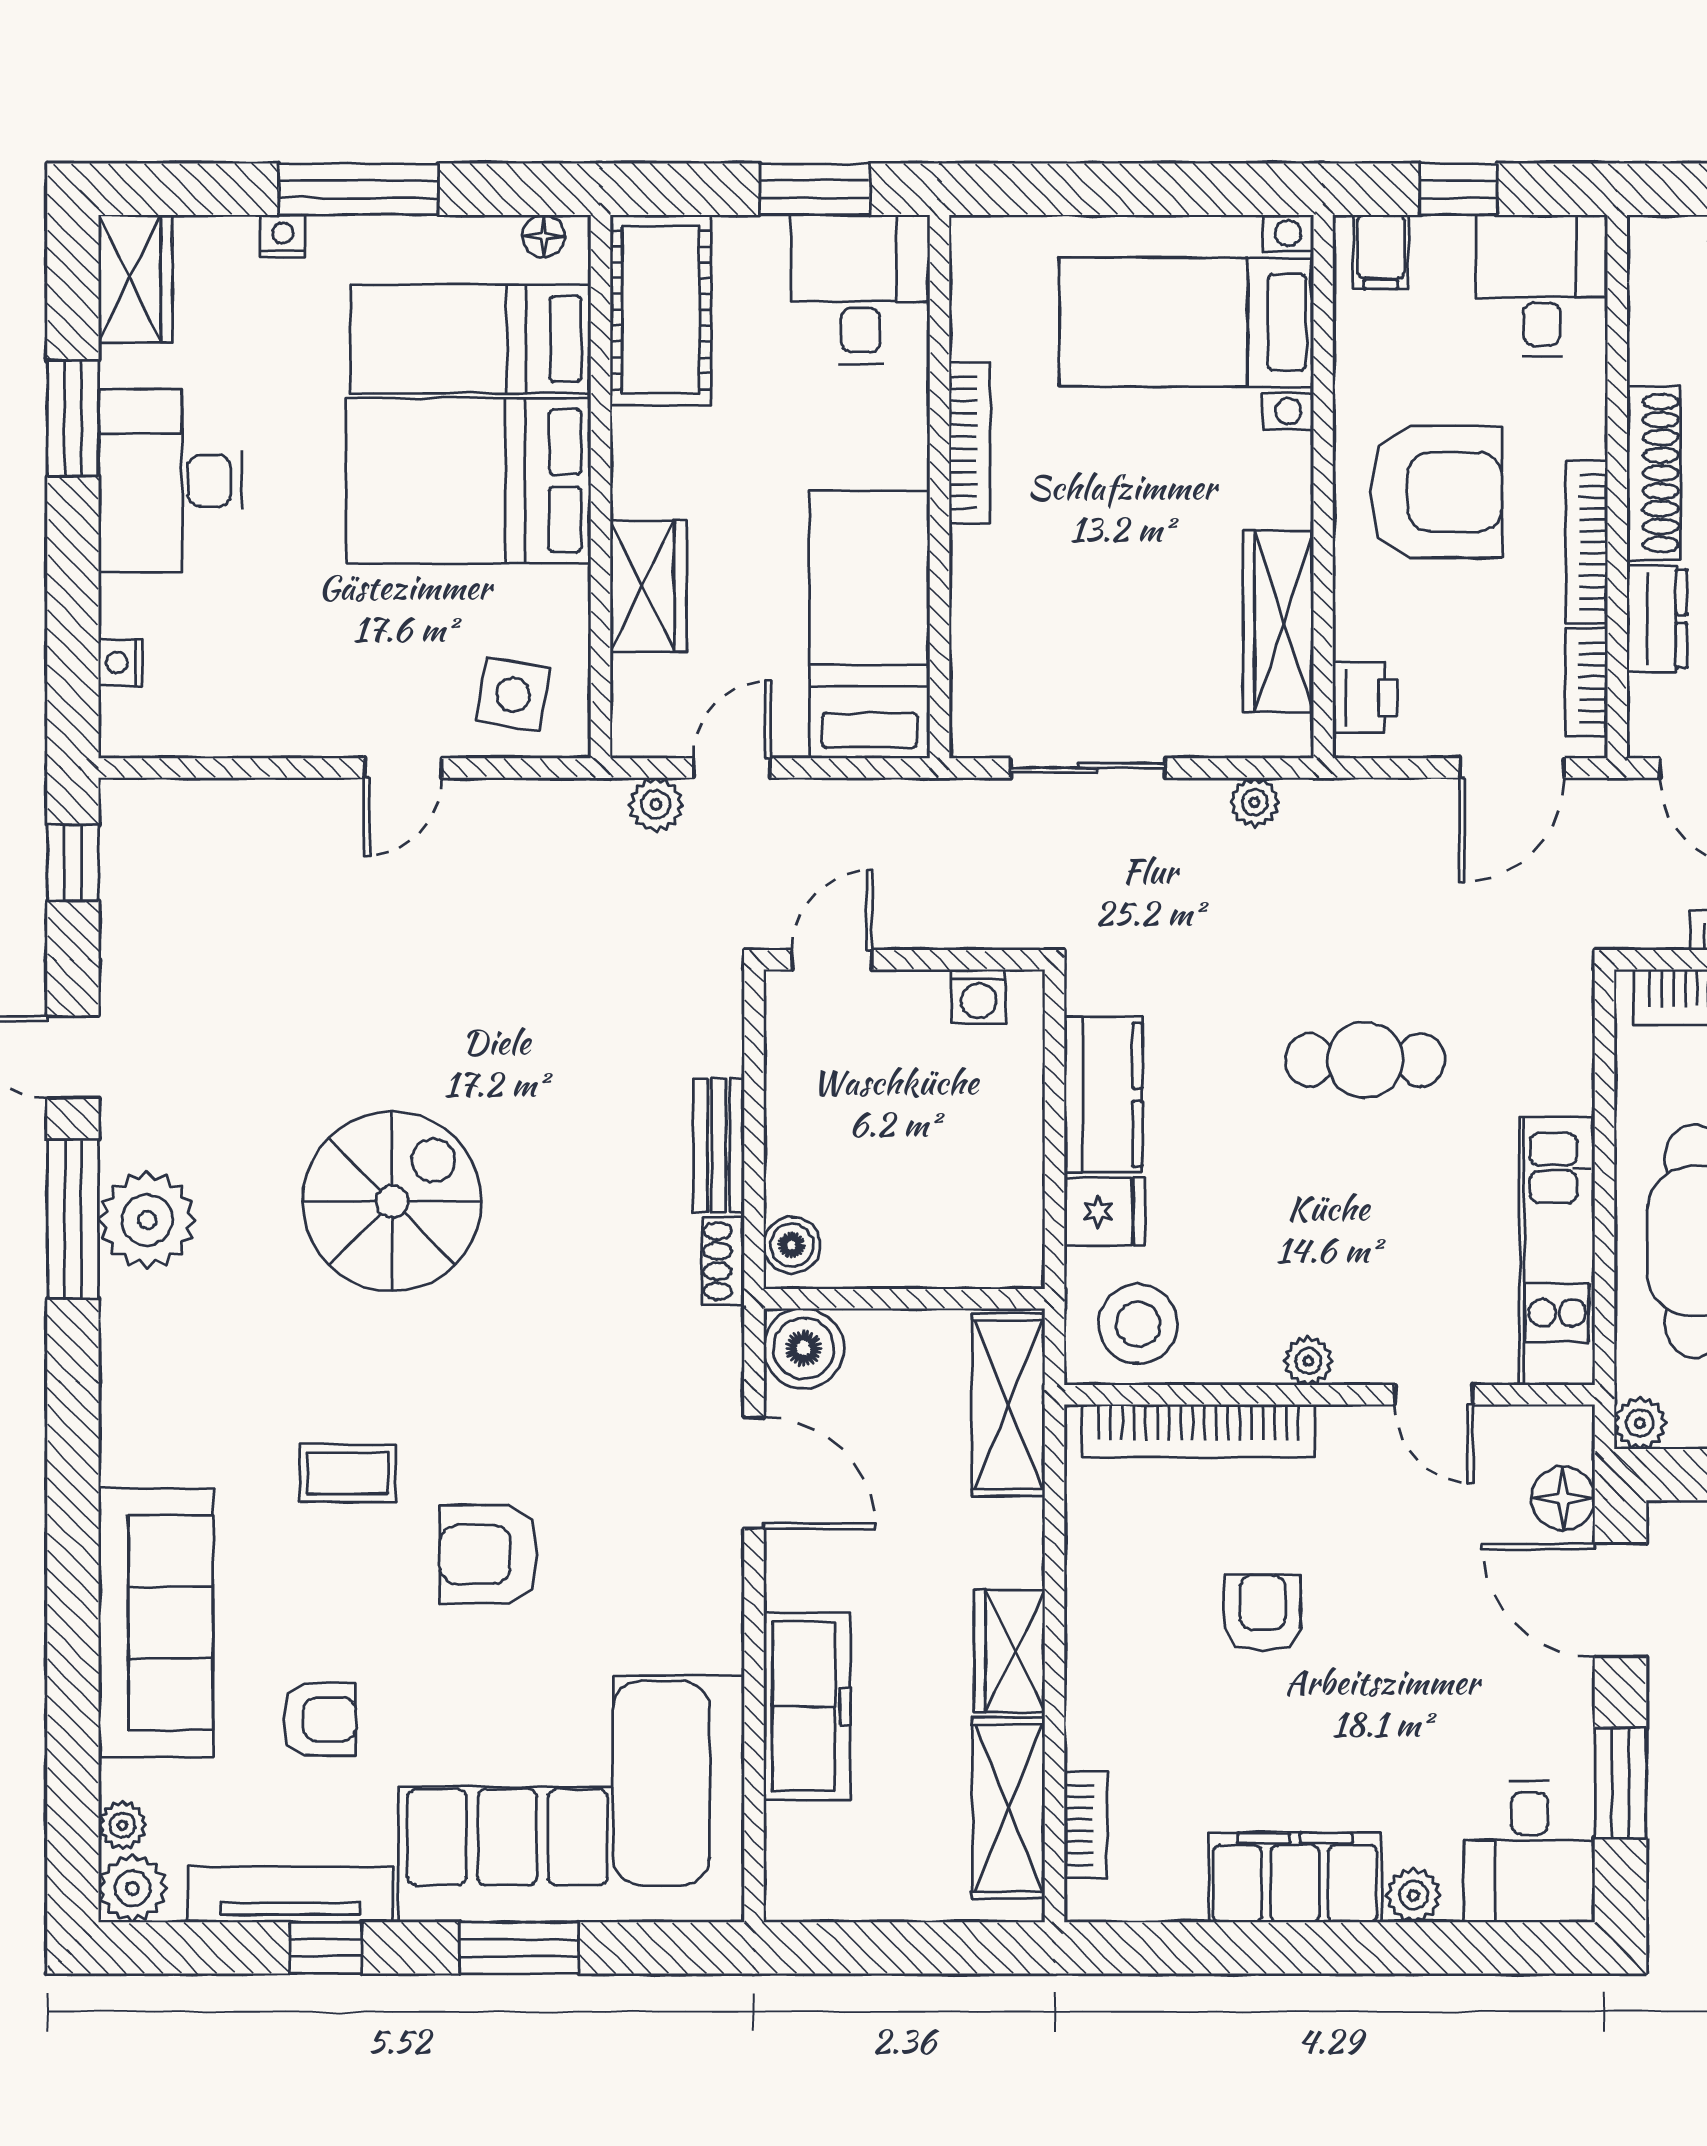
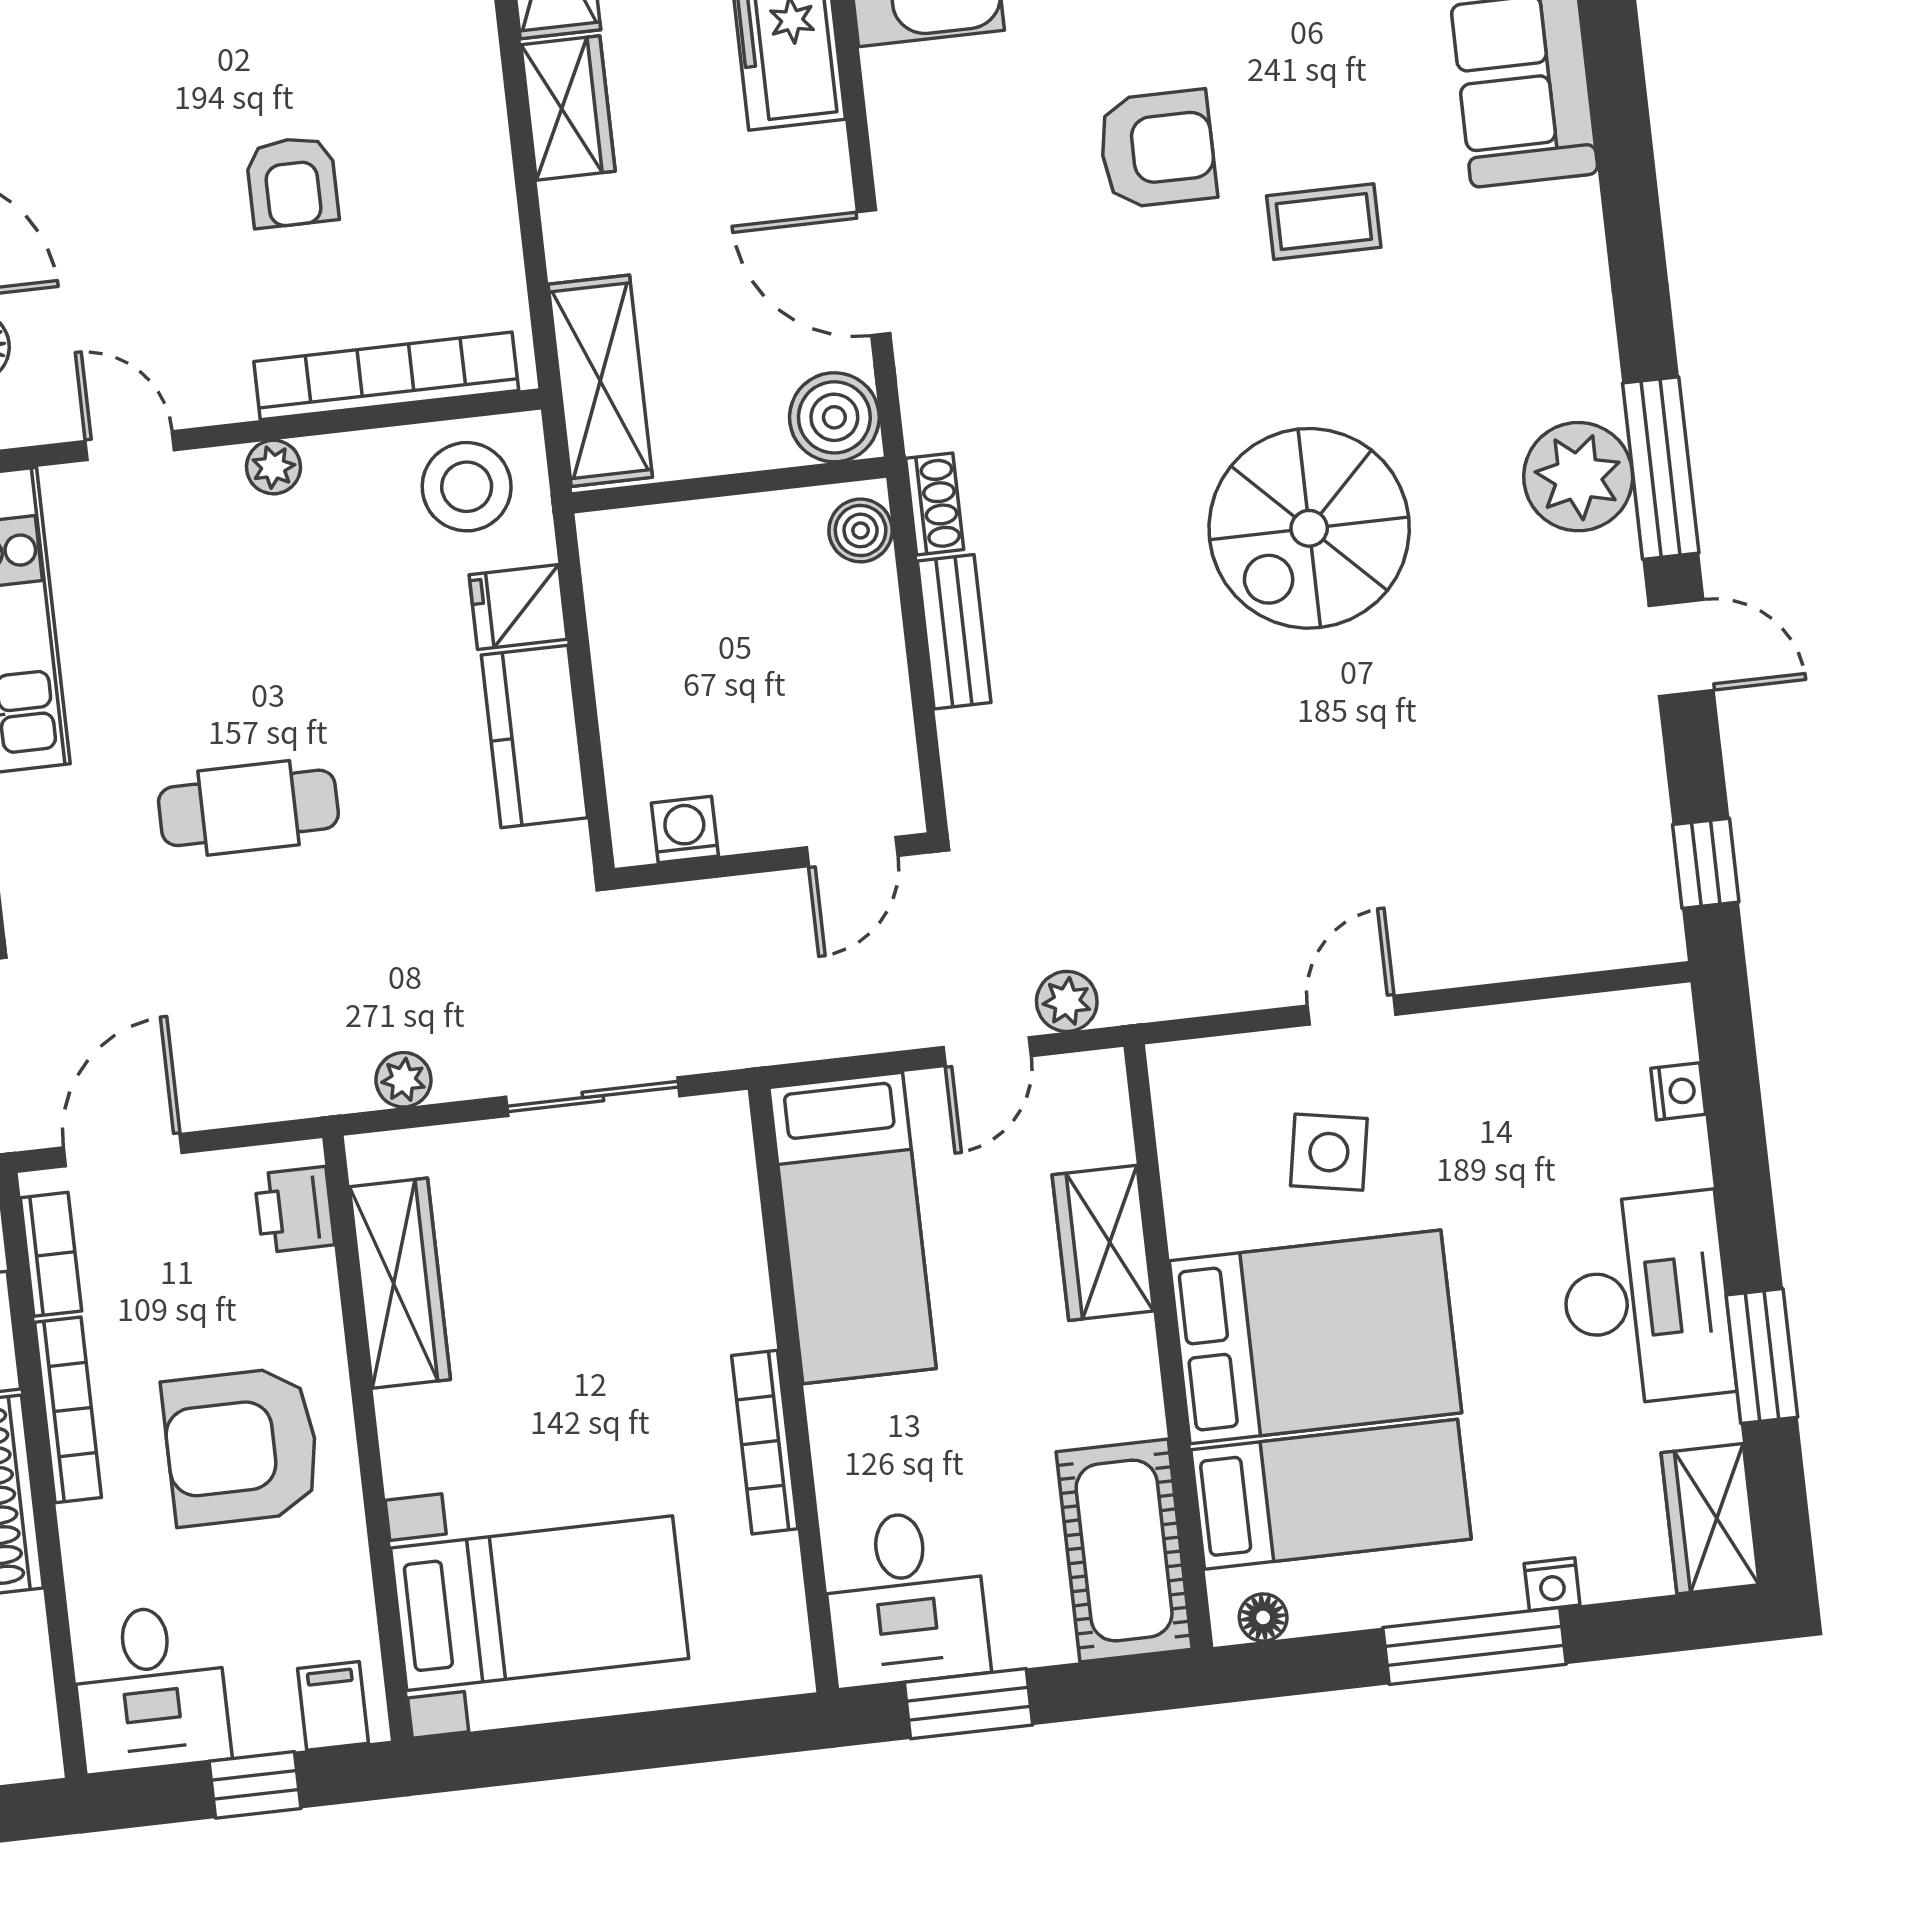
side table: (513, 695) -> (1329, 1152), moved

